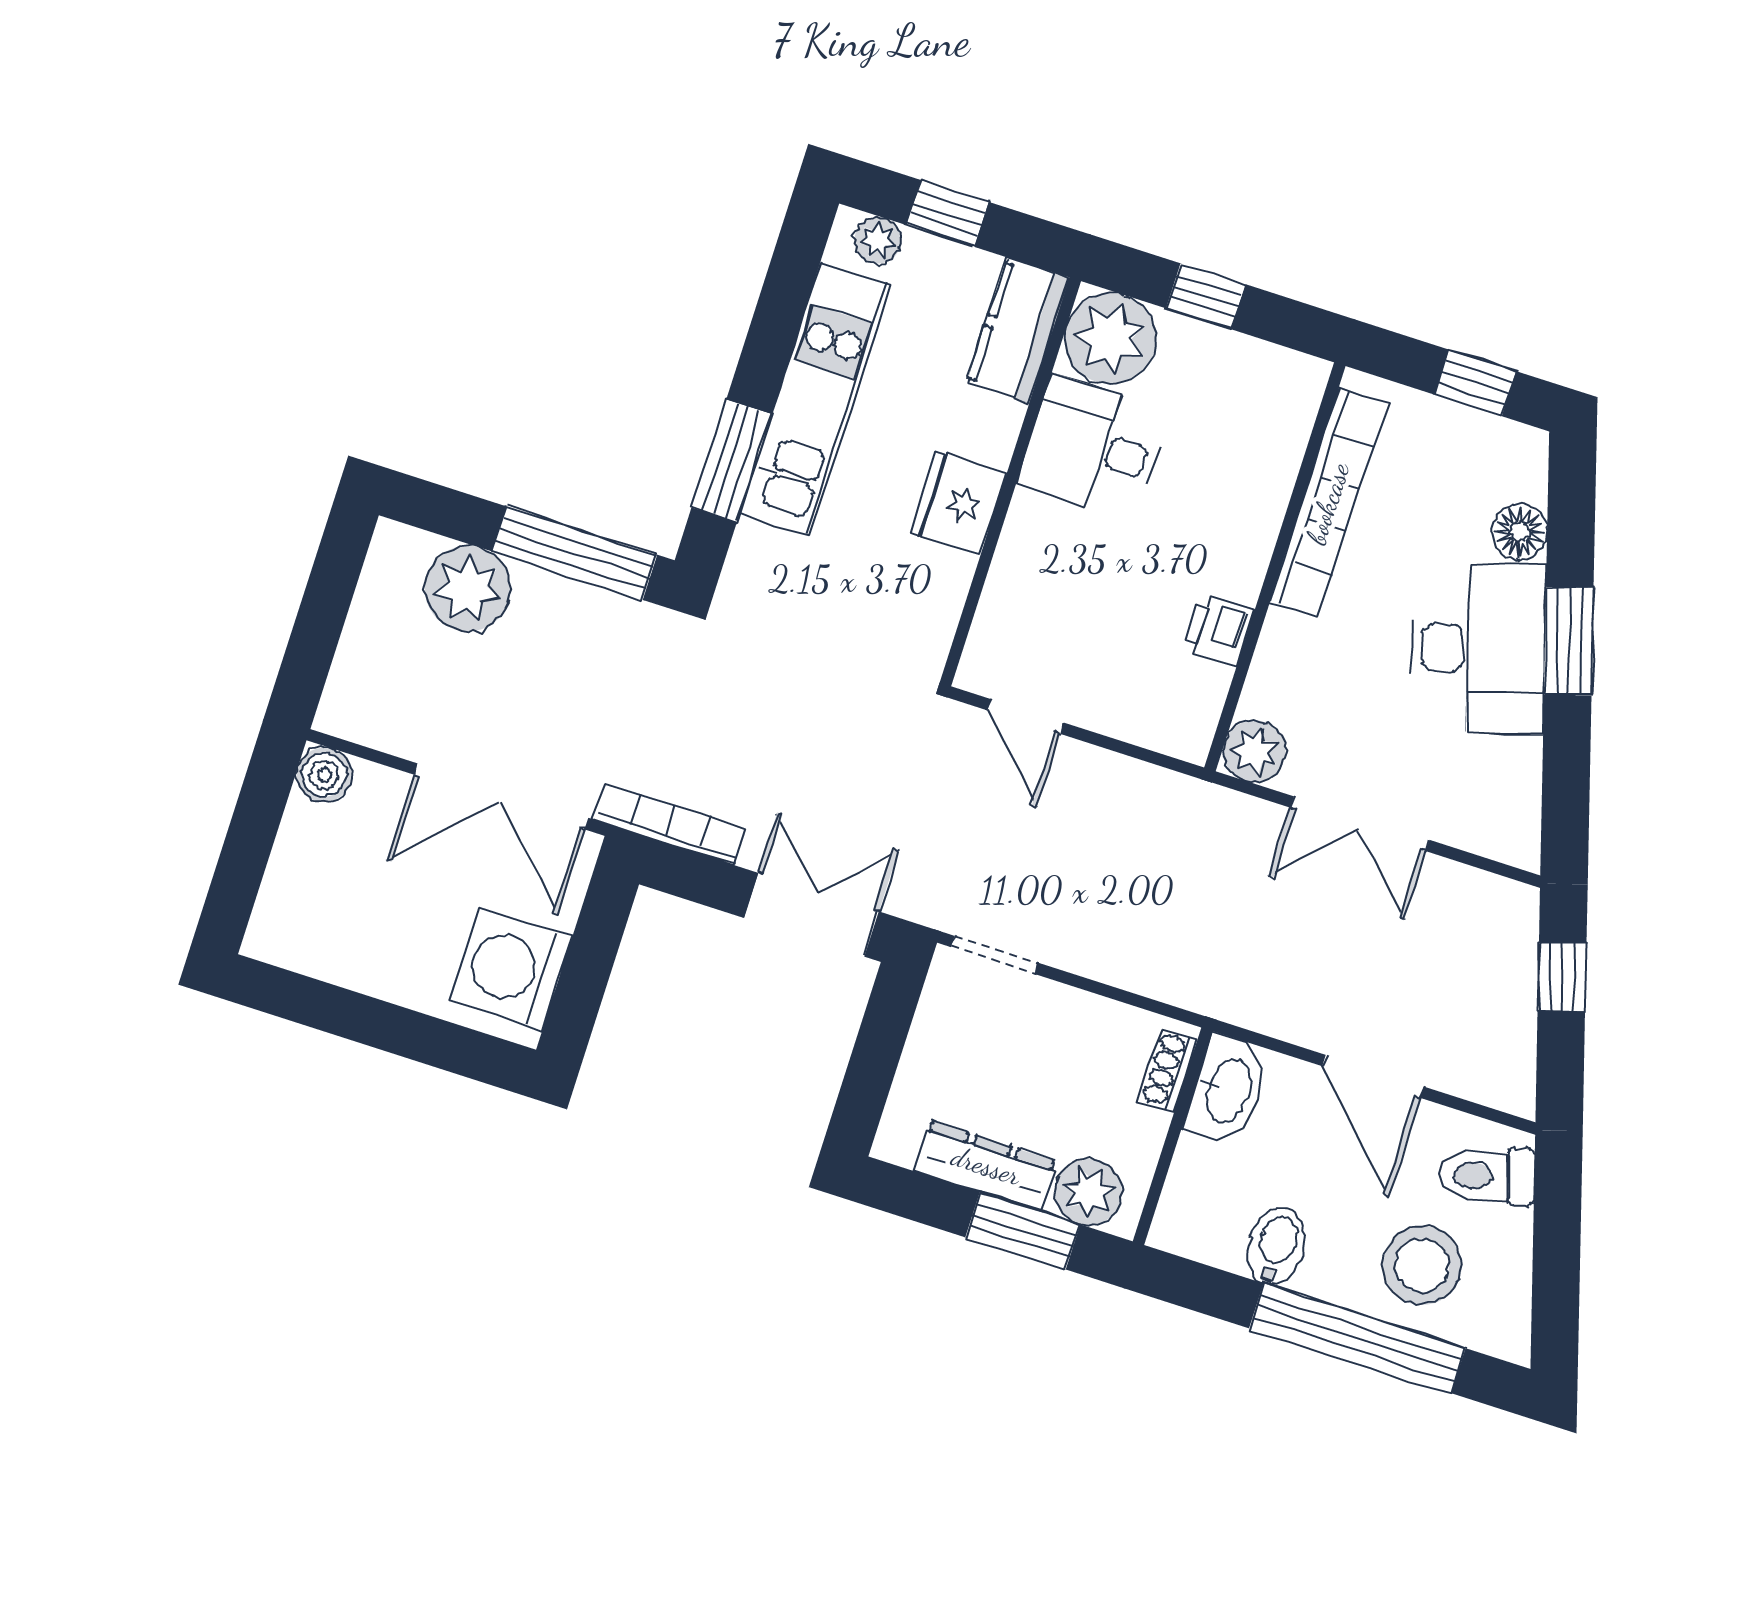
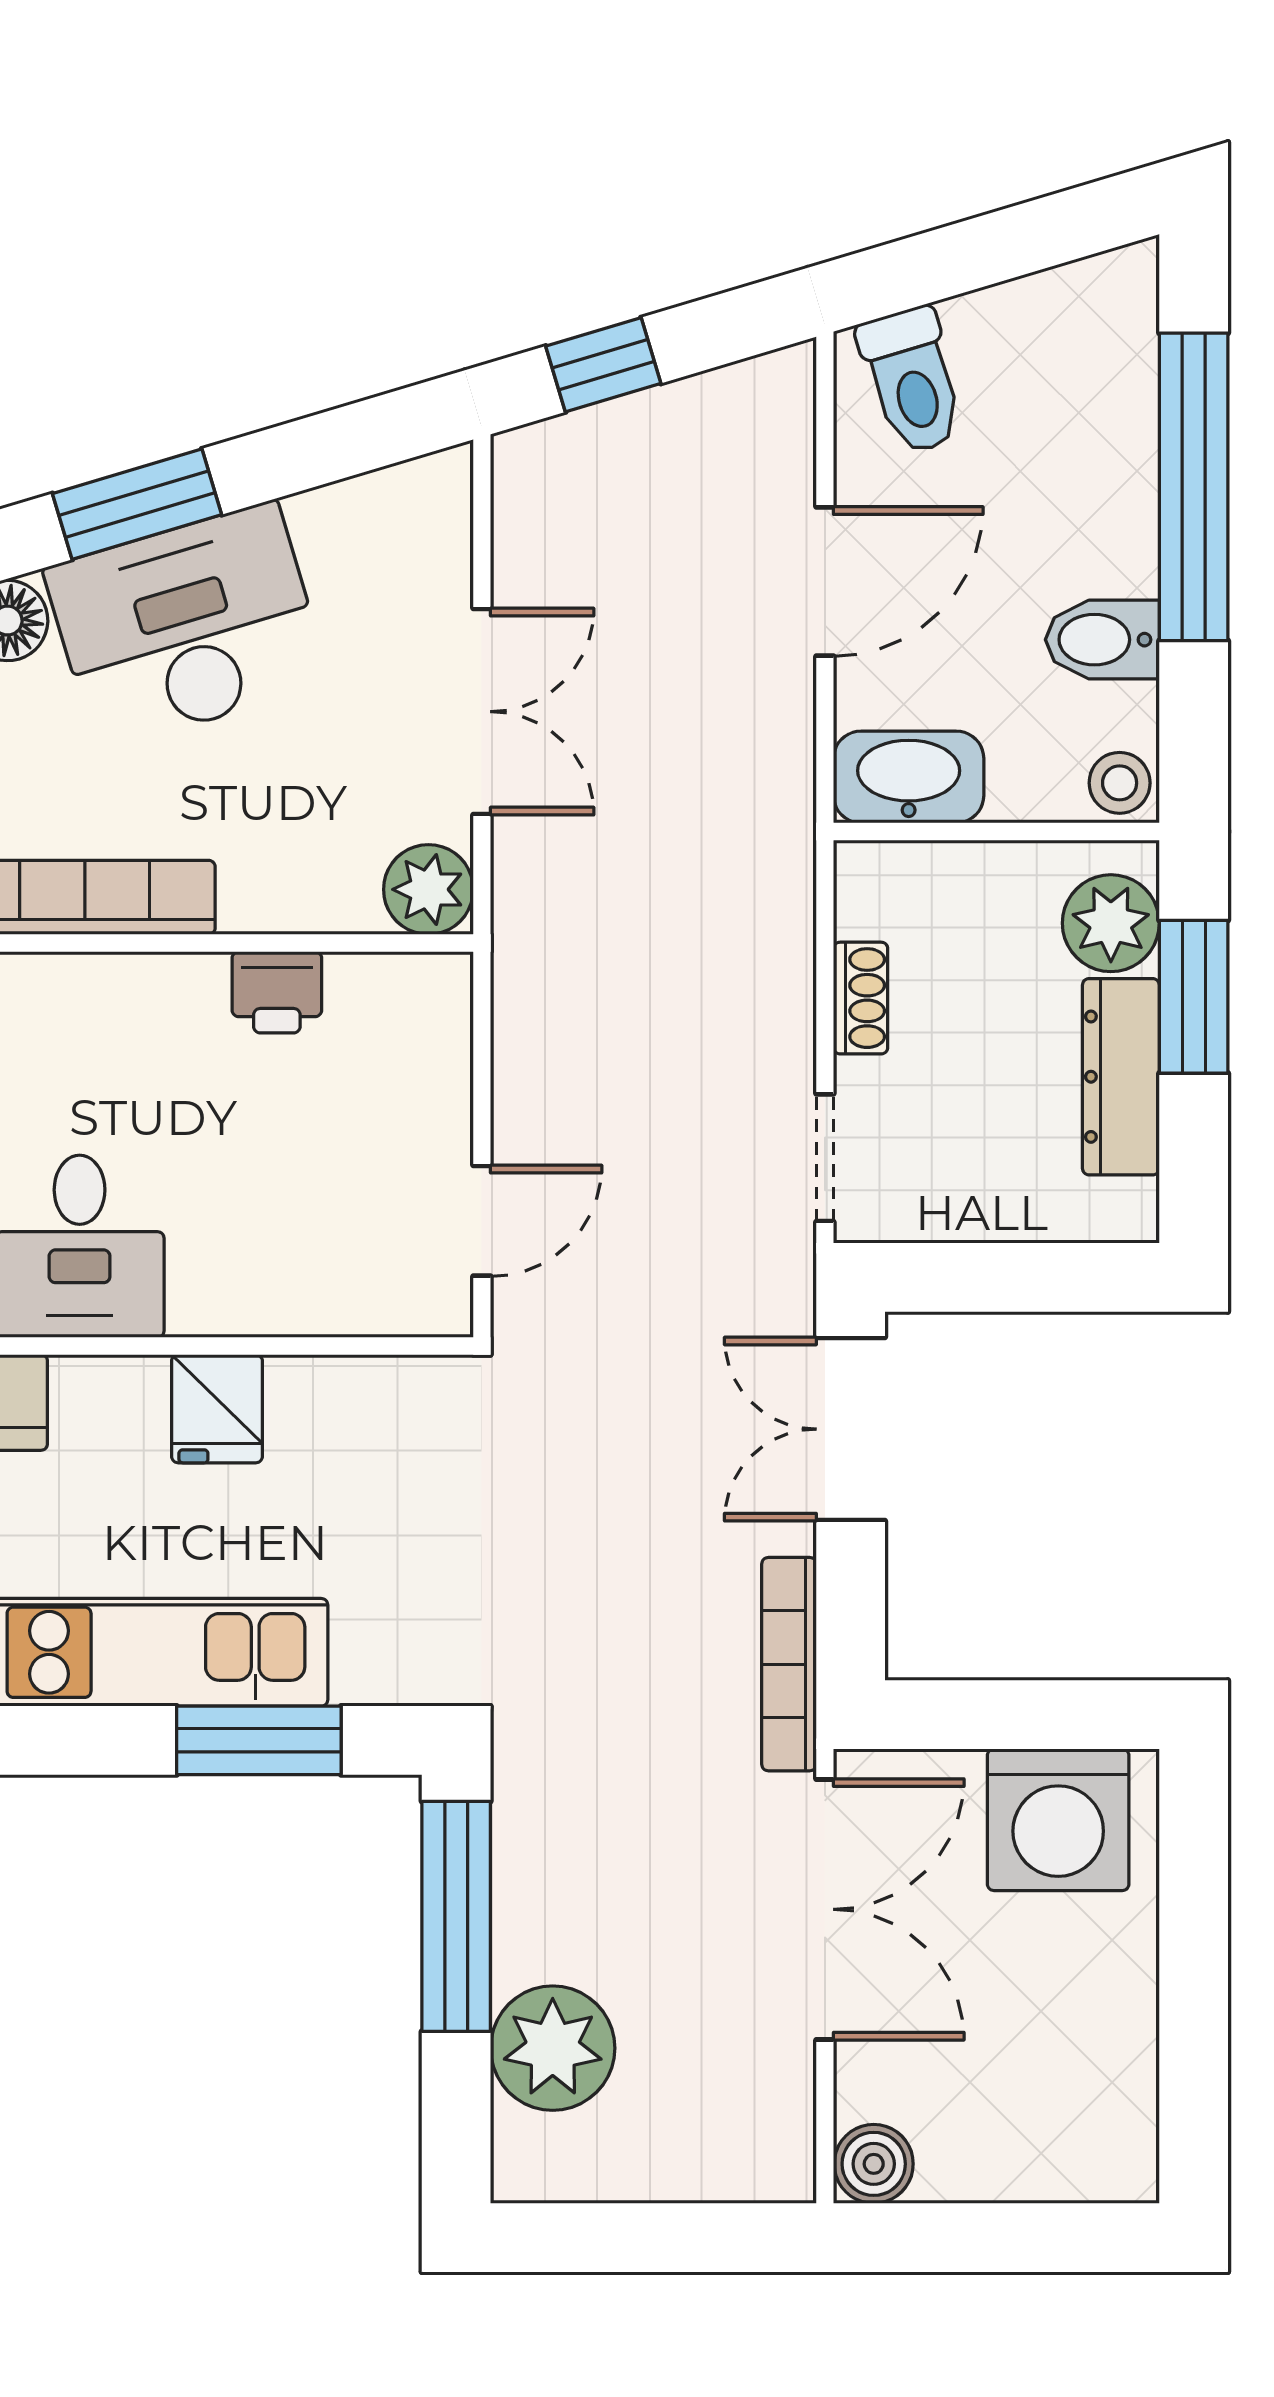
fridge: (958, 503) -> (217, 1409), width x0.72
shoe rack: (1168, 1070) -> (861, 998), moved, turned -90
stool: (1422, 1265) -> (1120, 783), moved, width x0.53, depth x0.53

